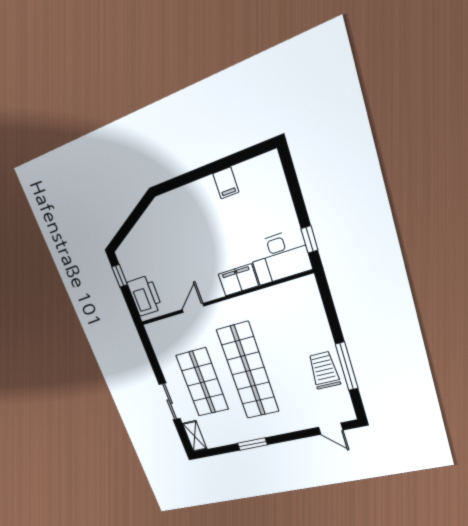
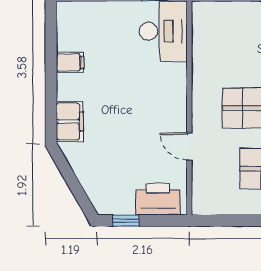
filing cabinet: (238, 280) -> (70, 121), moved, turned 180

